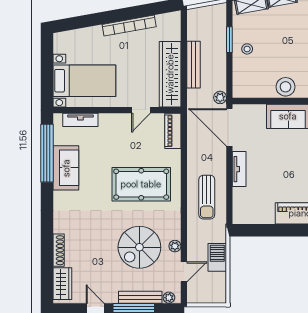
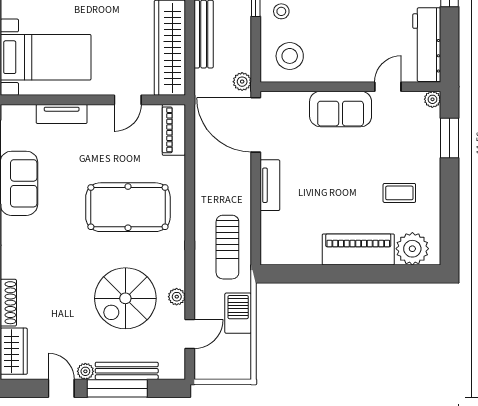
stool: (286, 87) -> (290, 56), moved
tv unit: (80, 120) -> (62, 114), moved
sun lounger: (207, 197) -> (227, 247), moved
plant: (169, 298) -> (85, 371), moved

